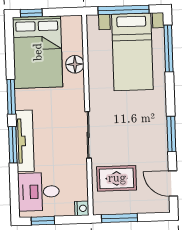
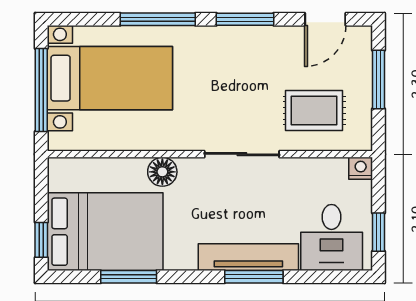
window: (168, 49) -> (158, 19), moved
floor lamp: (75, 64) -> (162, 172), moved
window: (11, 97) -> (129, 277), moved
rug: (117, 178) -> (314, 110), turned 90
window: (119, 218) -> (379, 80), moved

